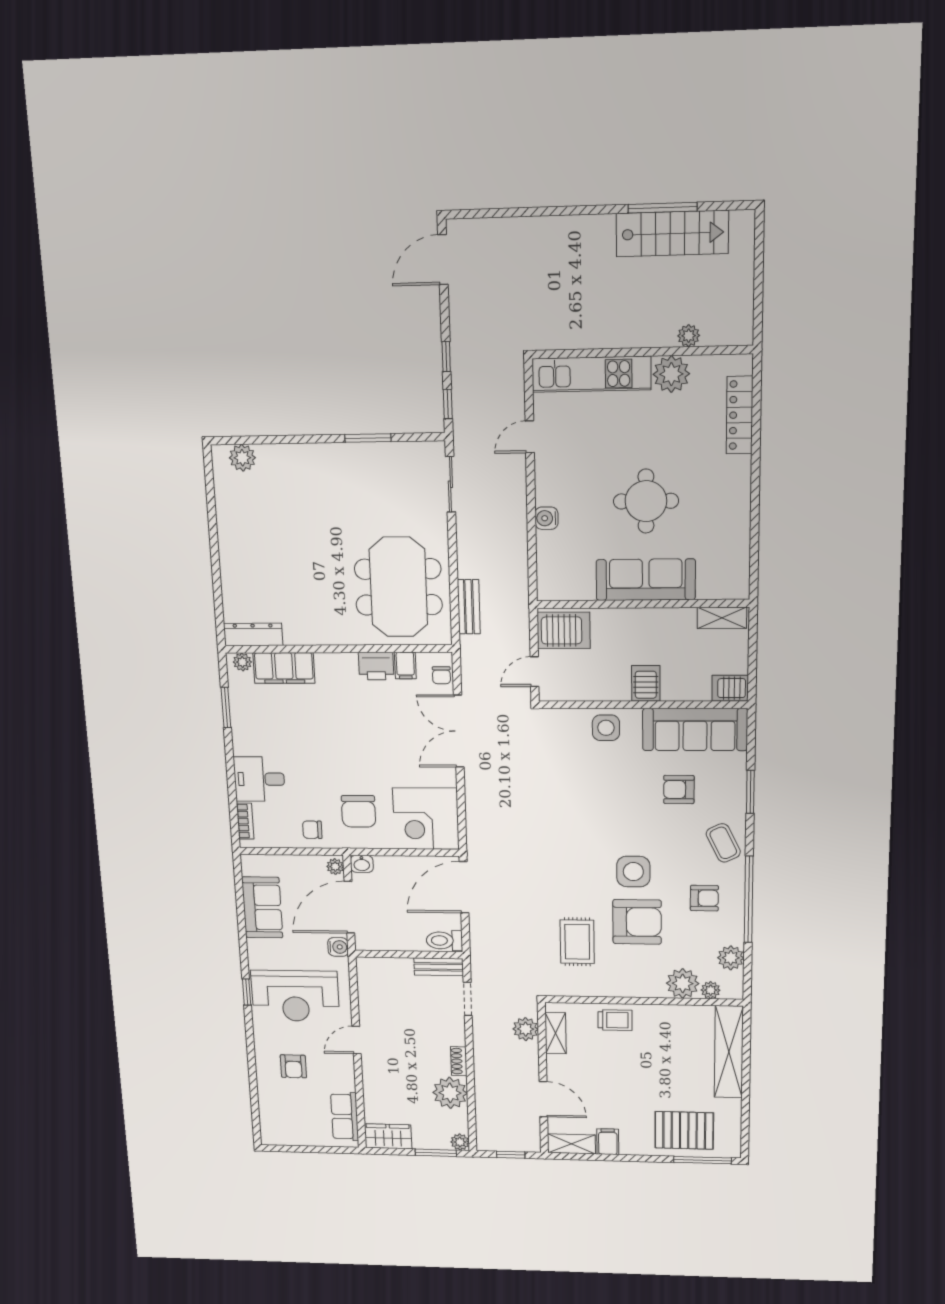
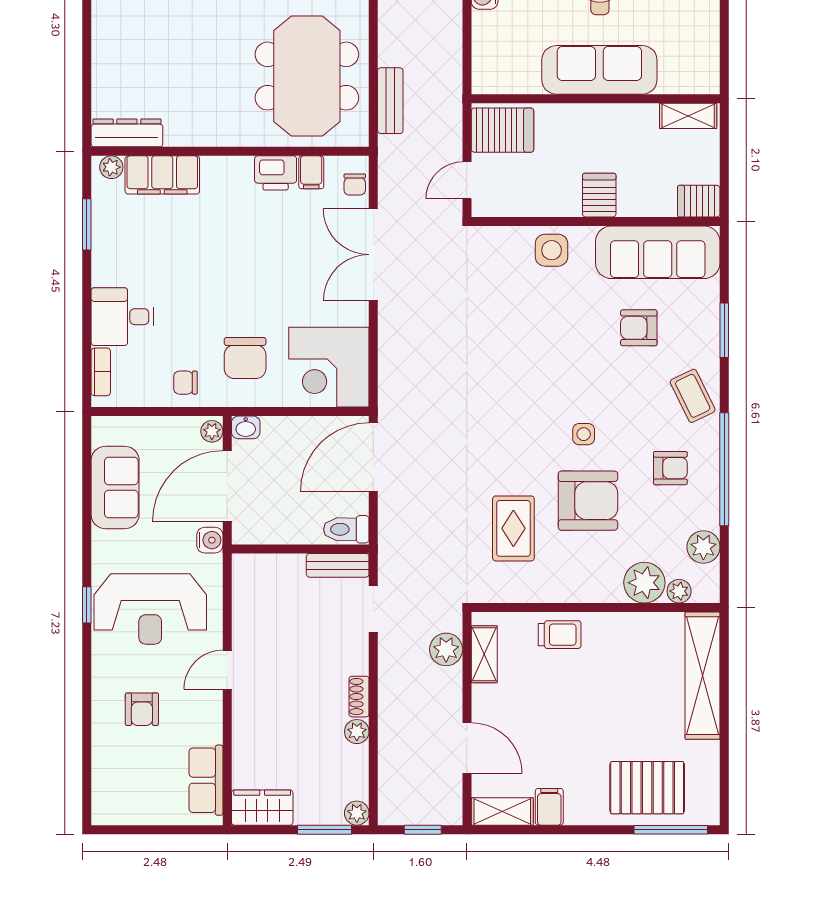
side table: (633, 872) -> (584, 434), width x0.54, depth x0.54
plant: (450, 1093) -> (357, 732), width x0.53, depth x0.53

